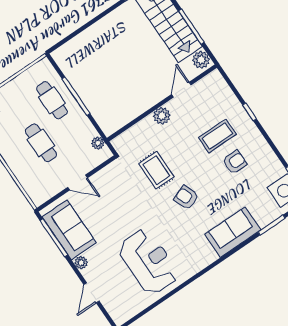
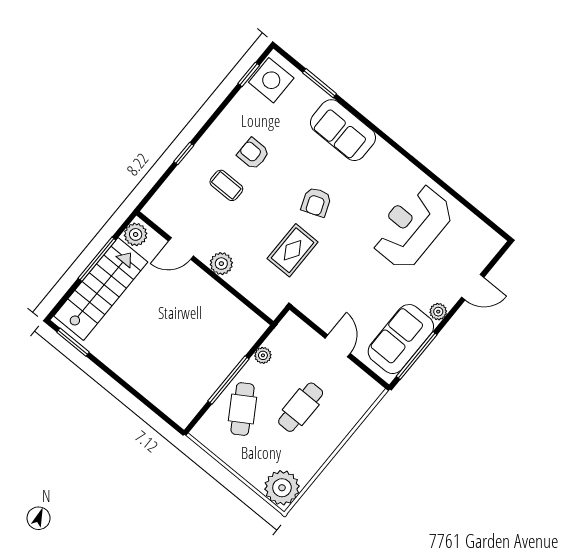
cafe table: (52, 100) -> (243, 409), turned -32
coffee table: (217, 136) -> (226, 185), width x0.73, depth x0.77
plant: (98, 143) -> (263, 355), moved

